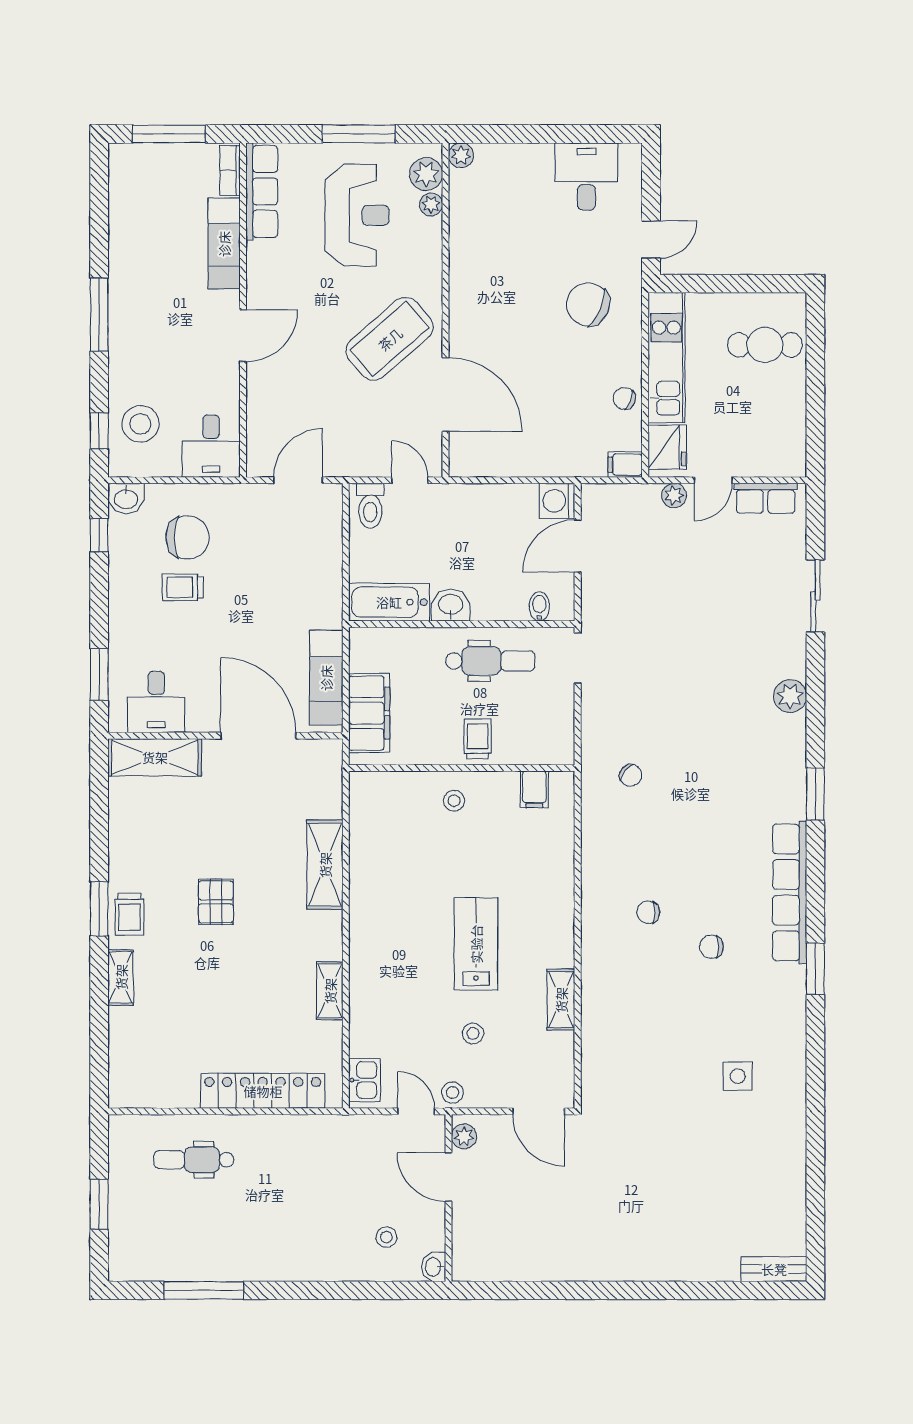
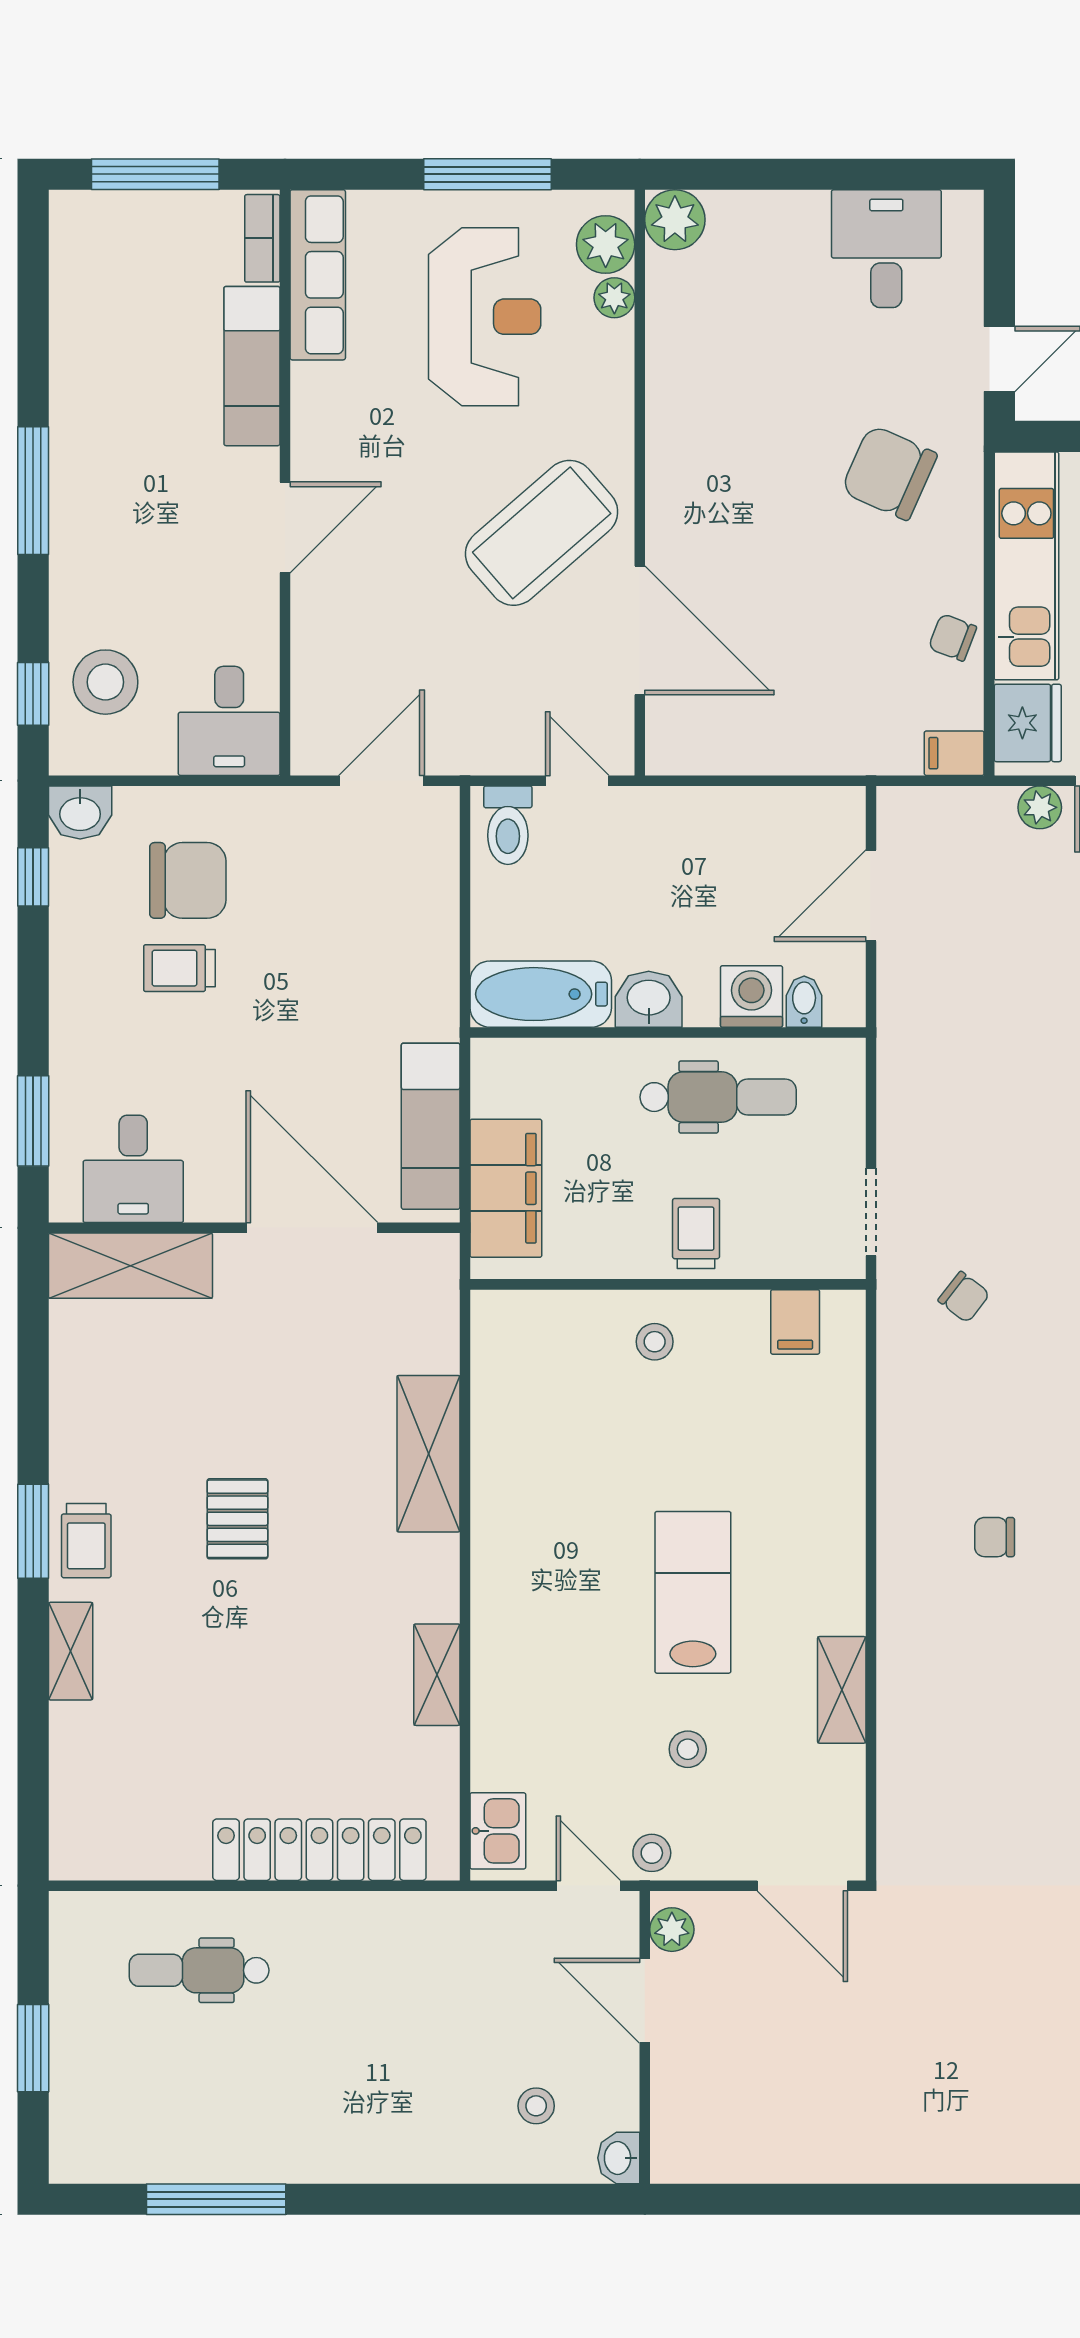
plant: (461, 155) -> (675, 220), width x1.38, depth x1.38
washing machine: (557, 501) -> (751, 996), moved, turned 90
doorway: (578, 658) -> (871, 1212), moved

